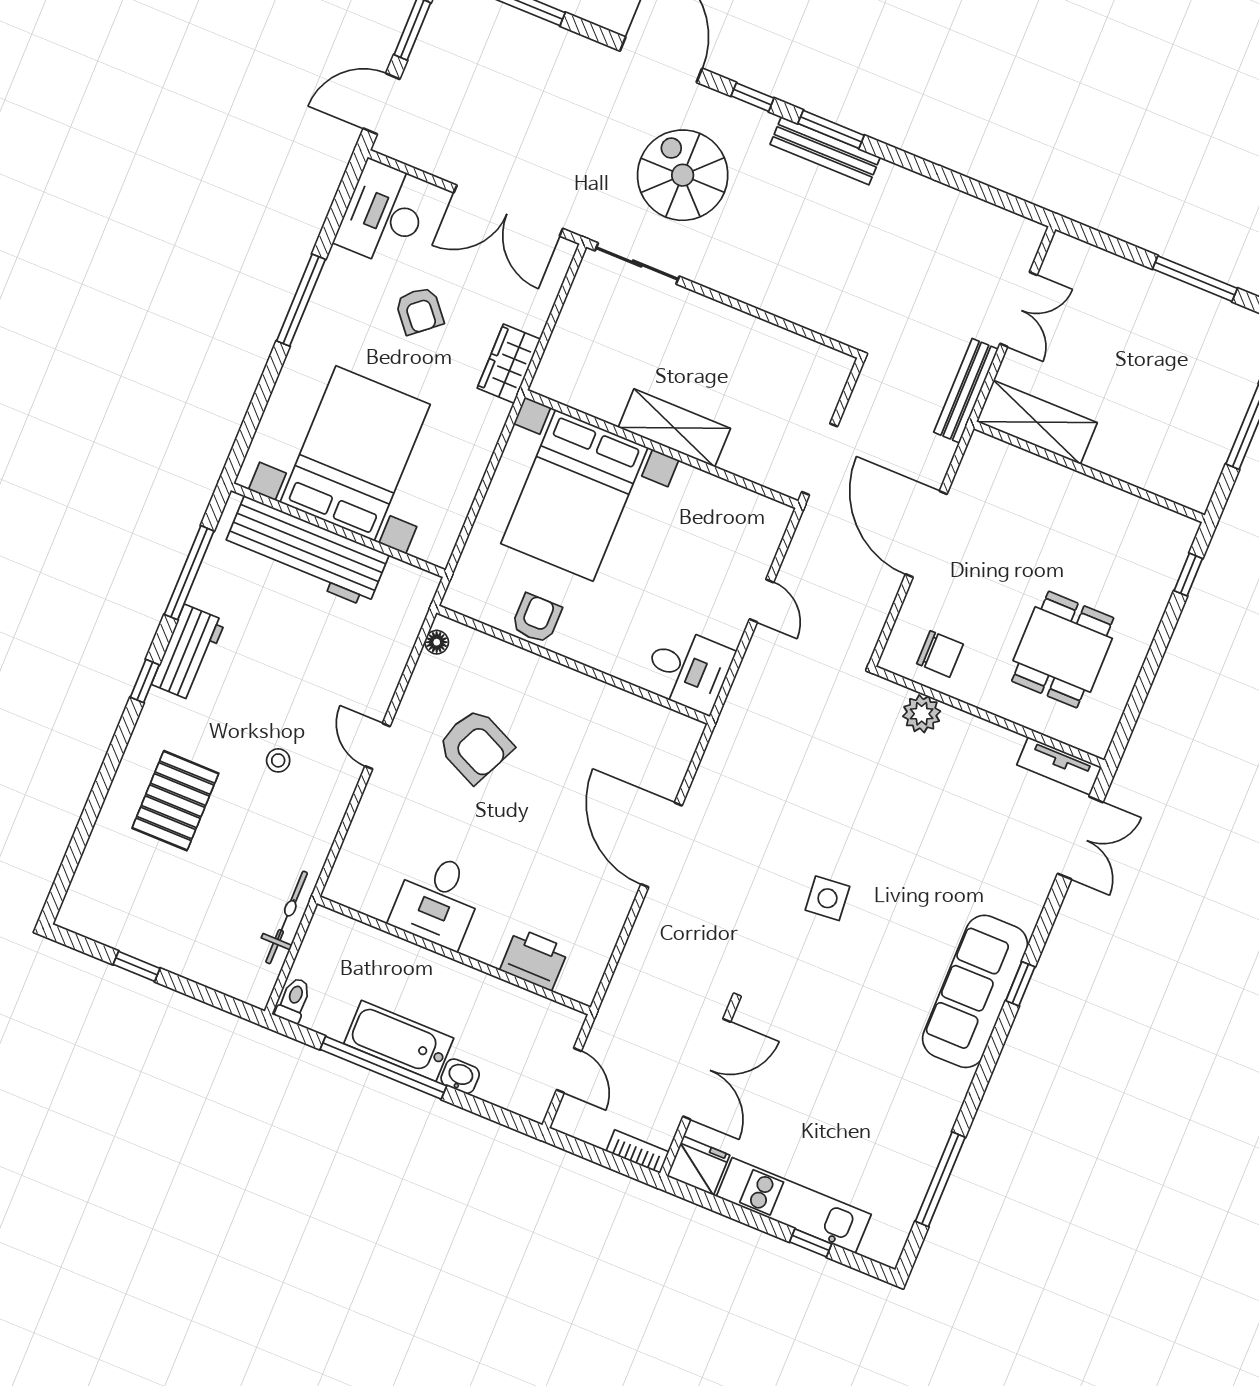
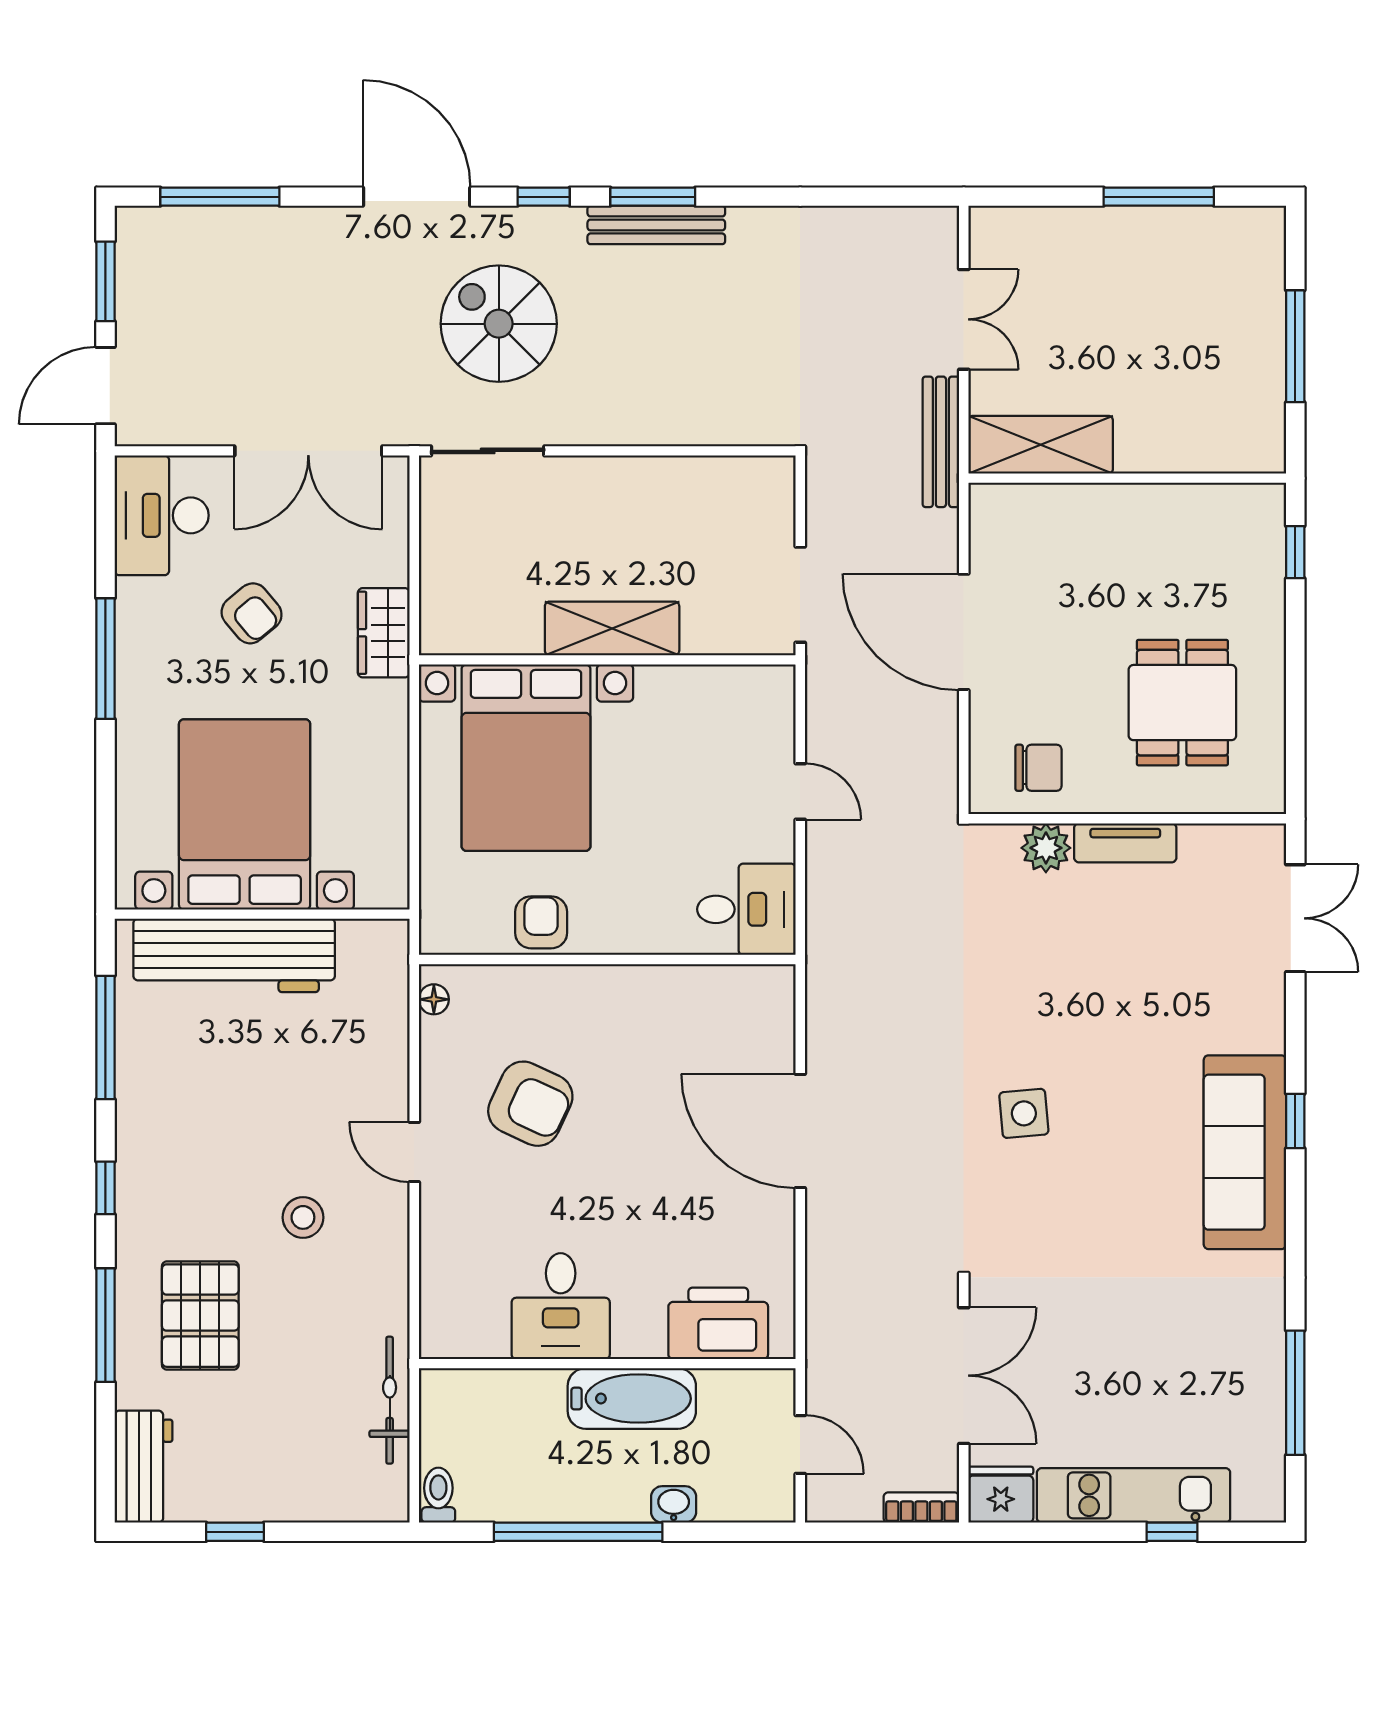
workbench: (188, 653) -> (143, 1467), moved
stool: (278, 760) -> (303, 1217), width x1.37, depth x1.37
tv unit: (1059, 766) -> (1125, 843), moved
window: (104, 780) -> (105, 1325), added
printer: (534, 959) -> (718, 1323), width x1.37, depth x1.19
bathtub: (399, 1041) -> (632, 1399), moved, turned 180

